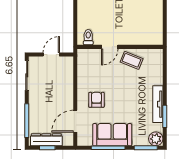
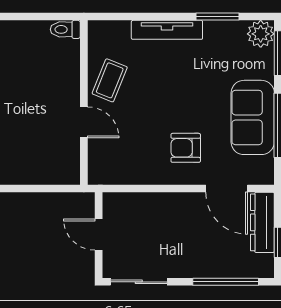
toilet: (88, 37) -> (65, 29), moved
tv unit: (158, 104) -> (167, 30), moved
dresser: (46, 140) -> (262, 222), moved

